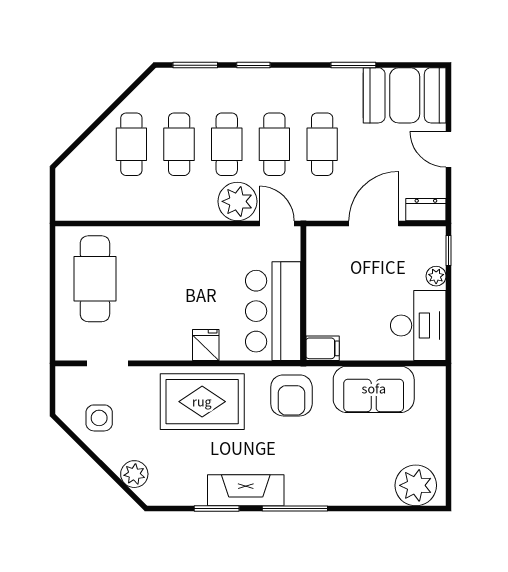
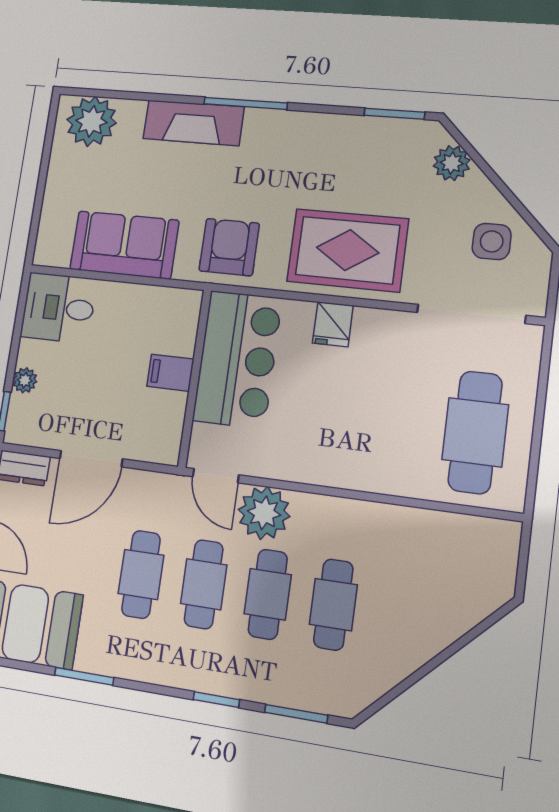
cafe table: (131, 144) -> (400, 615), removed
desk: (418, 325) -> (59, 308), width x0.73
filing cabinet: (323, 348) -> (170, 373), moved
doorway: (107, 363) -> (471, 314), width x1.87
fireplace: (246, 490) -> (193, 123), moved
window: (217, 509) -> (394, 114), moved

